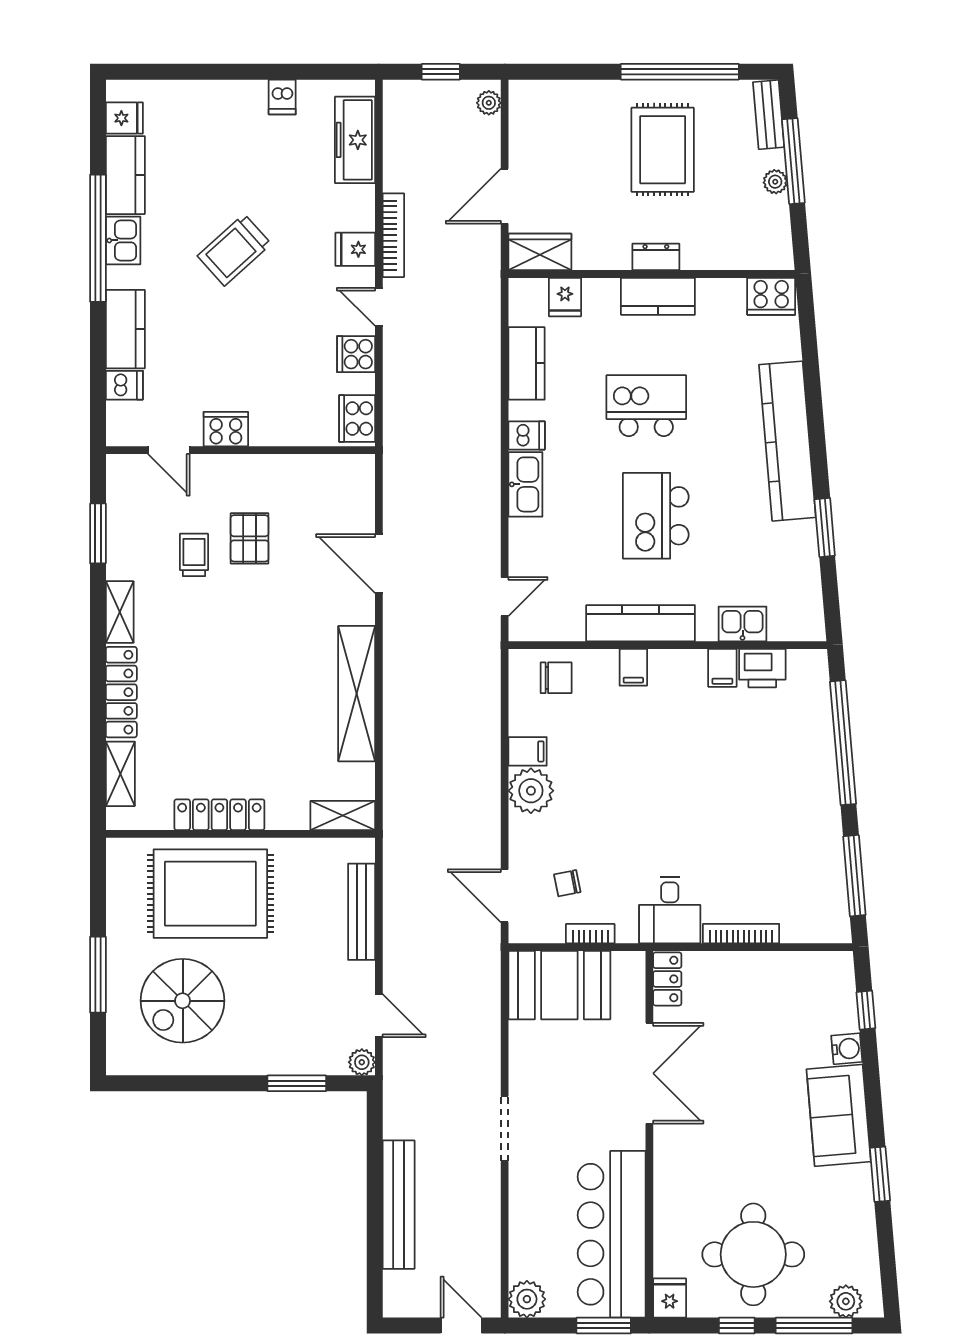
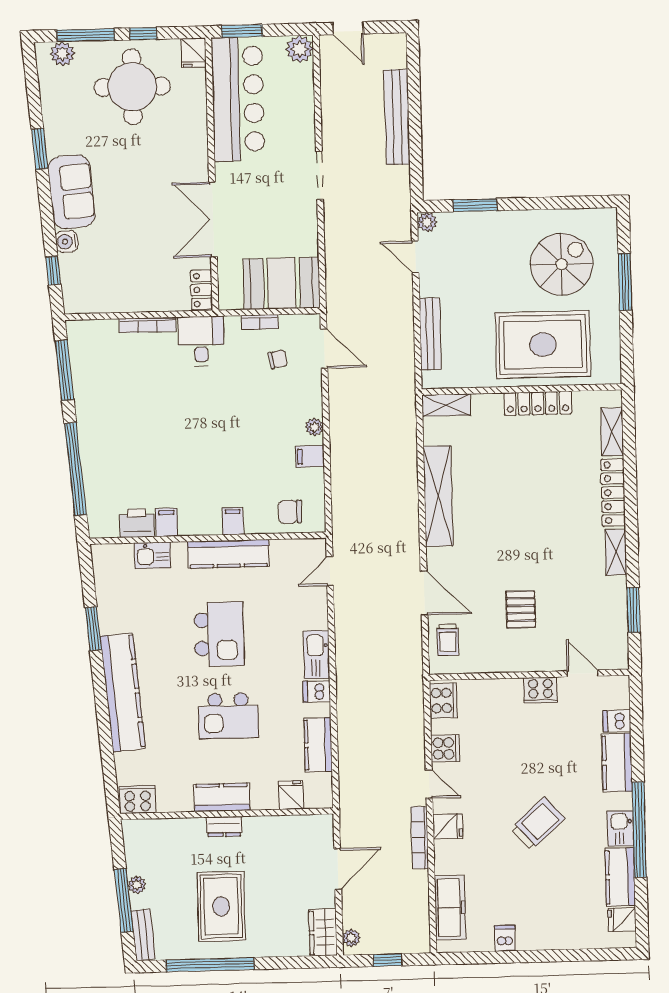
wardrobe: (540, 252) -> (323, 932), moved, turned 90
trolley: (194, 555) -> (448, 640), moved
plant: (531, 791) -> (314, 427), width x0.53, depth x0.53

